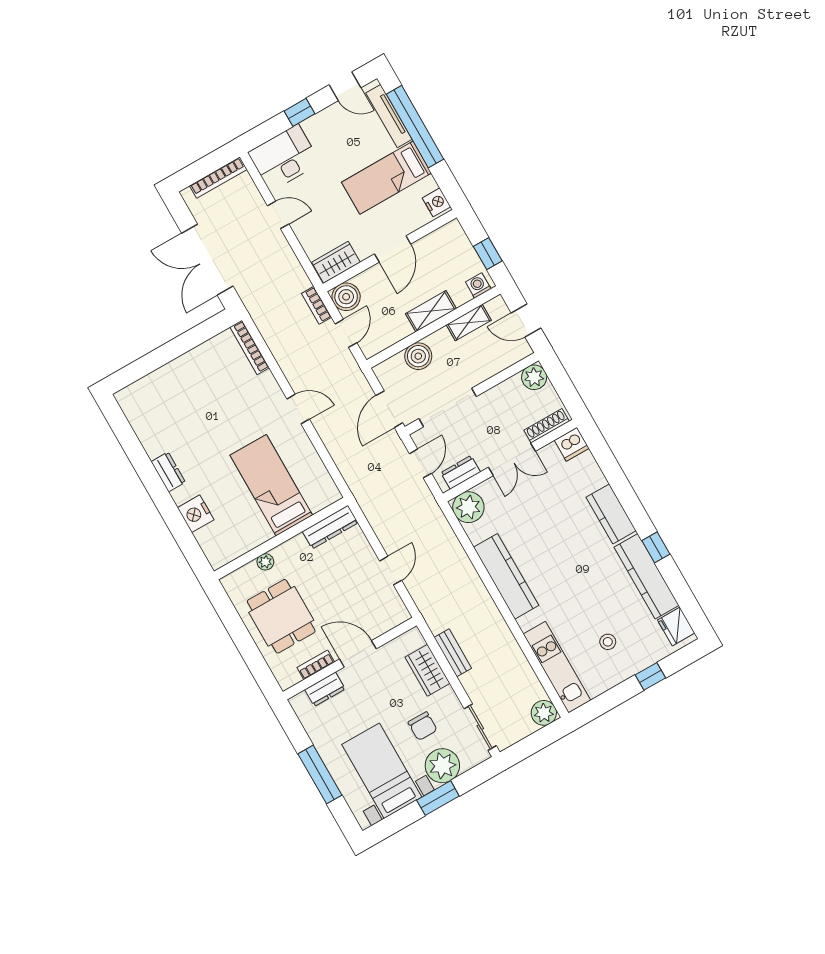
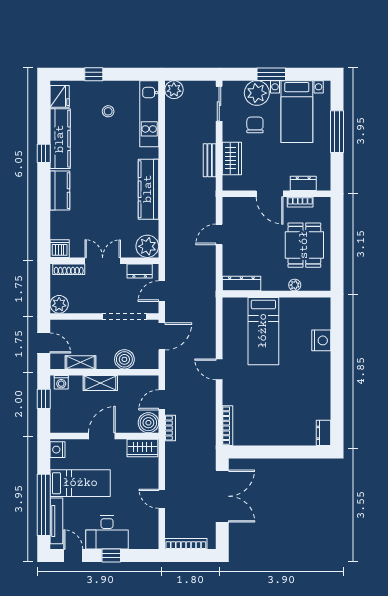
desk: (284, 158) -> (107, 533), moved
dresser: (168, 472) -> (323, 433), moved

